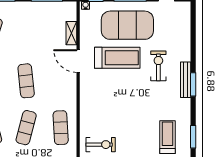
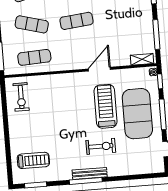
shelving: (71, 33) -> (142, 59), moved
treadmill: (117, 58) -> (105, 106), turned 180
window: (193, 84) -> (86, 181), width x1.44

